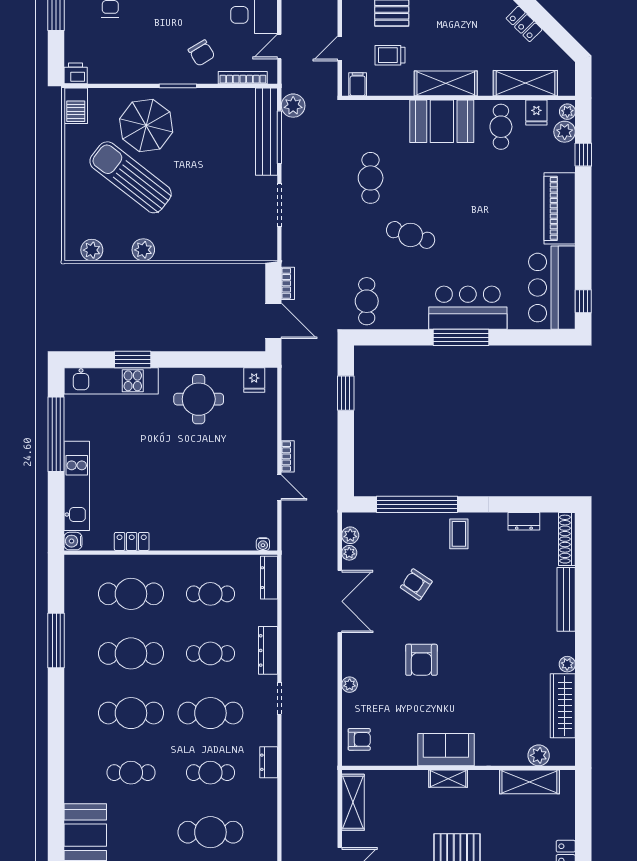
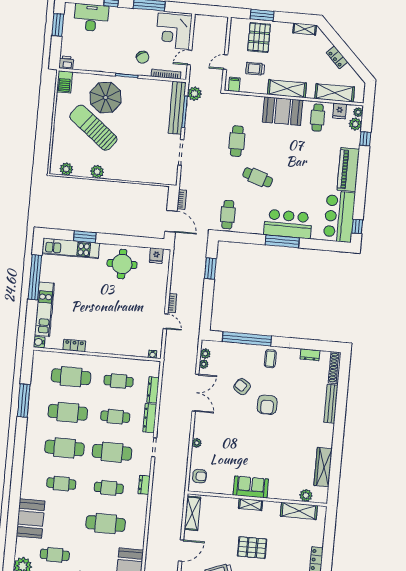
dresser: (269, 578) -> (153, 390), moved
armchair: (421, 660) -> (267, 405), moved
plant: (567, 664) -> (328, 442), removed

